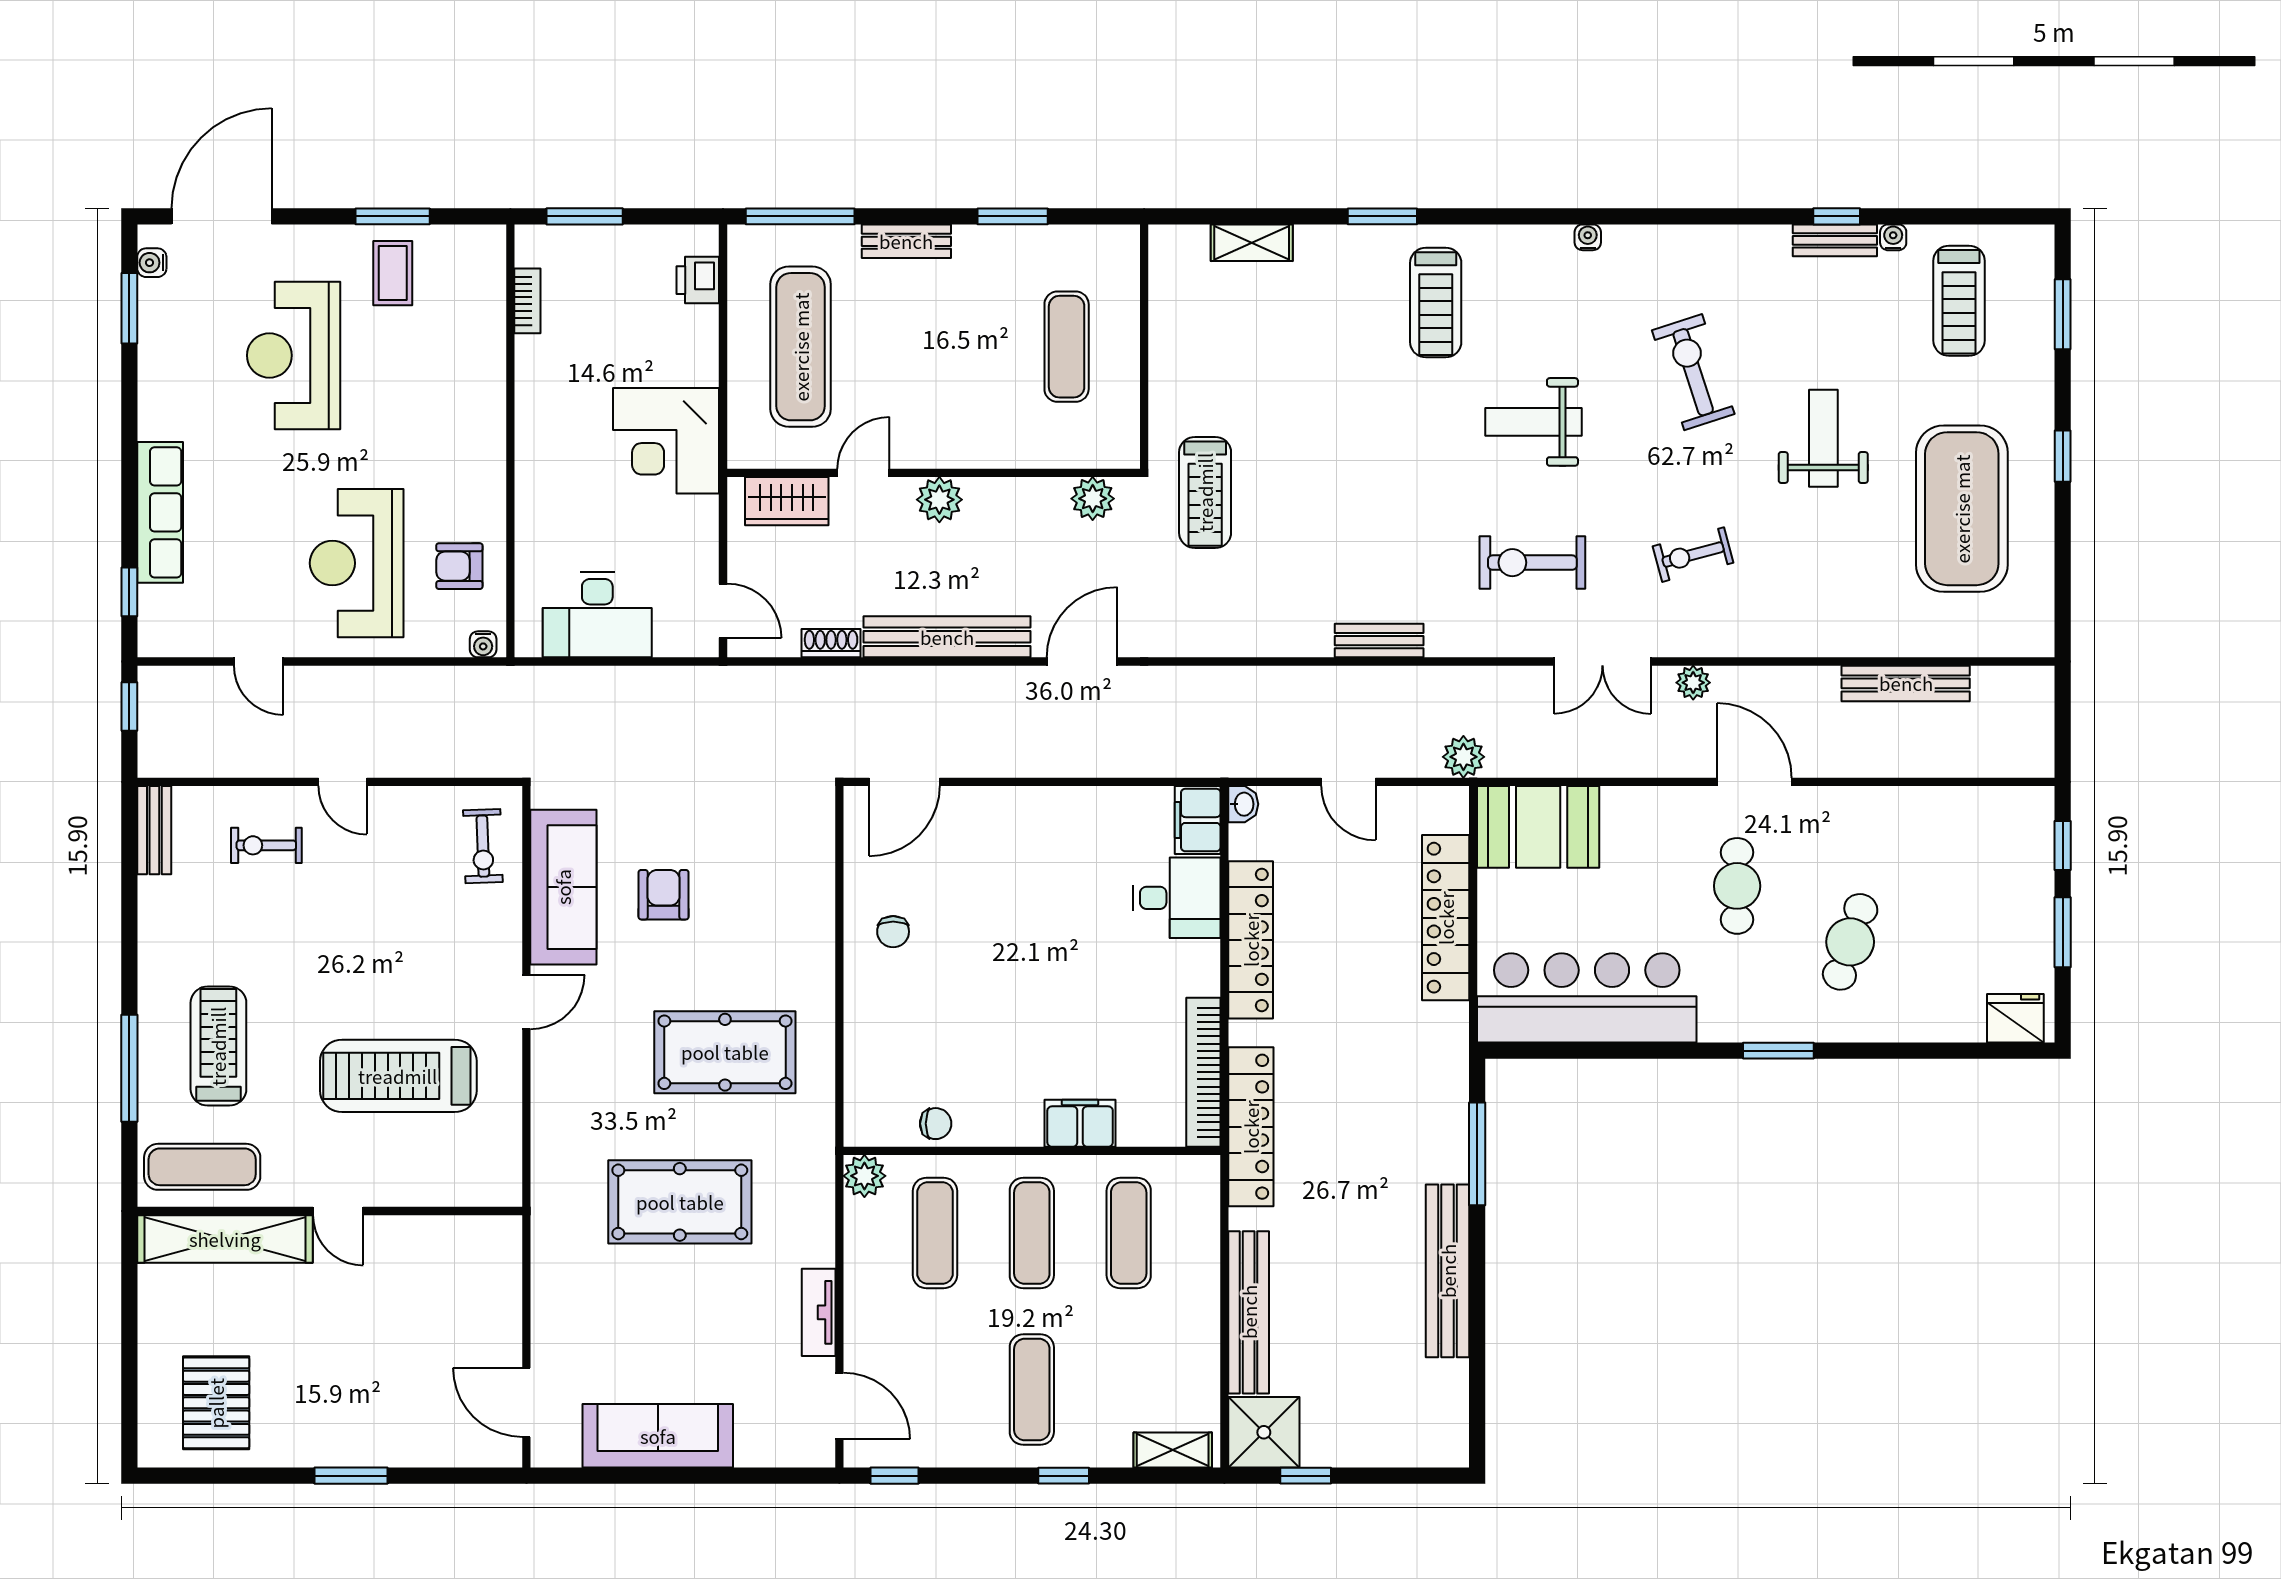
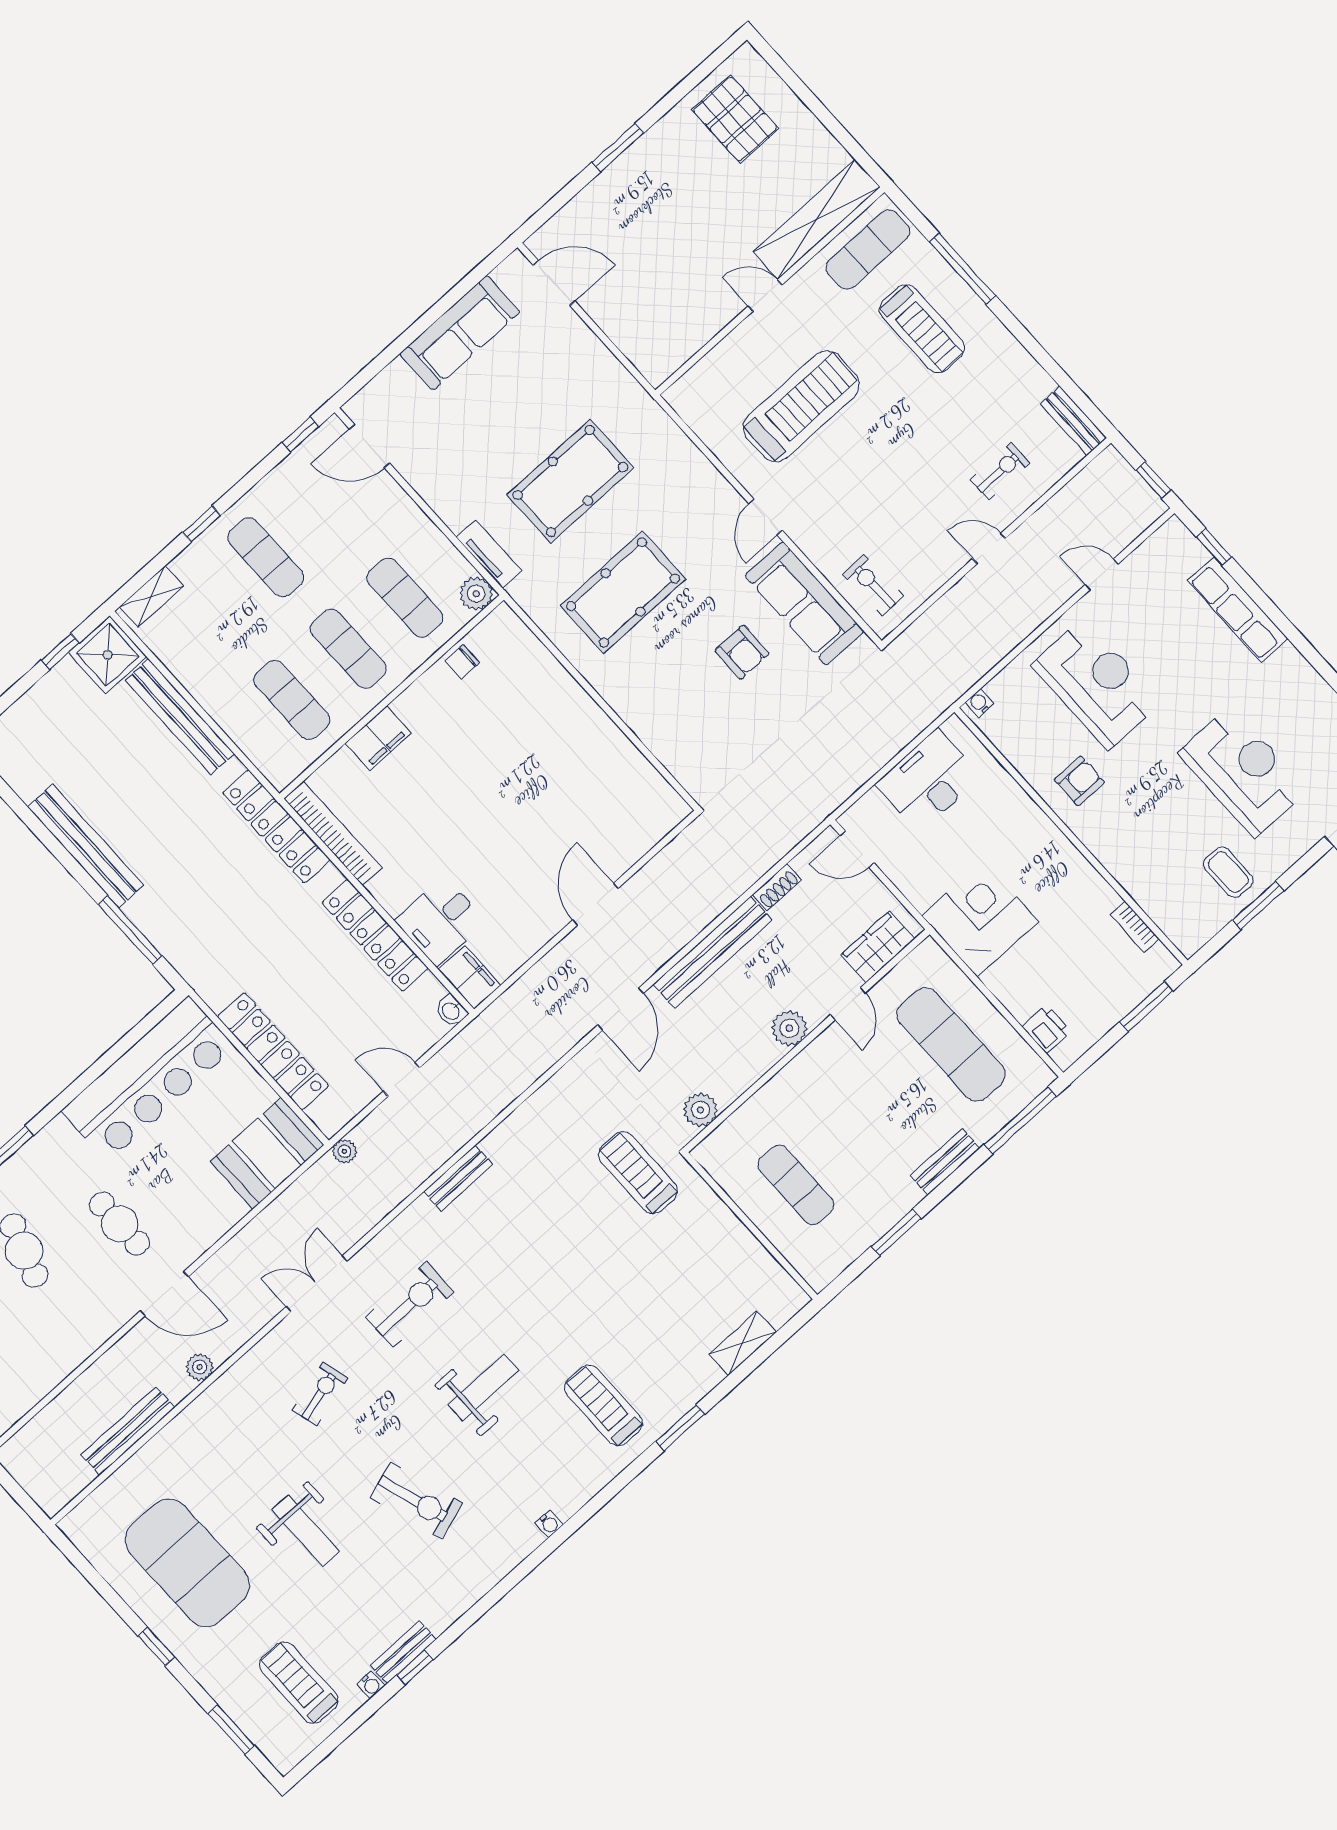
armchair: (459, 566) -> (1079, 781), moved
plant: (1693, 683) -> (200, 1367), moved
plant: (1463, 757) -> (344, 1151), width x0.73, depth x0.73
door: (904, 782) -> (595, 904), moved
chair: (893, 932) -> (588, 752), removed
tv unit: (819, 1312) -> (489, 554), moved

